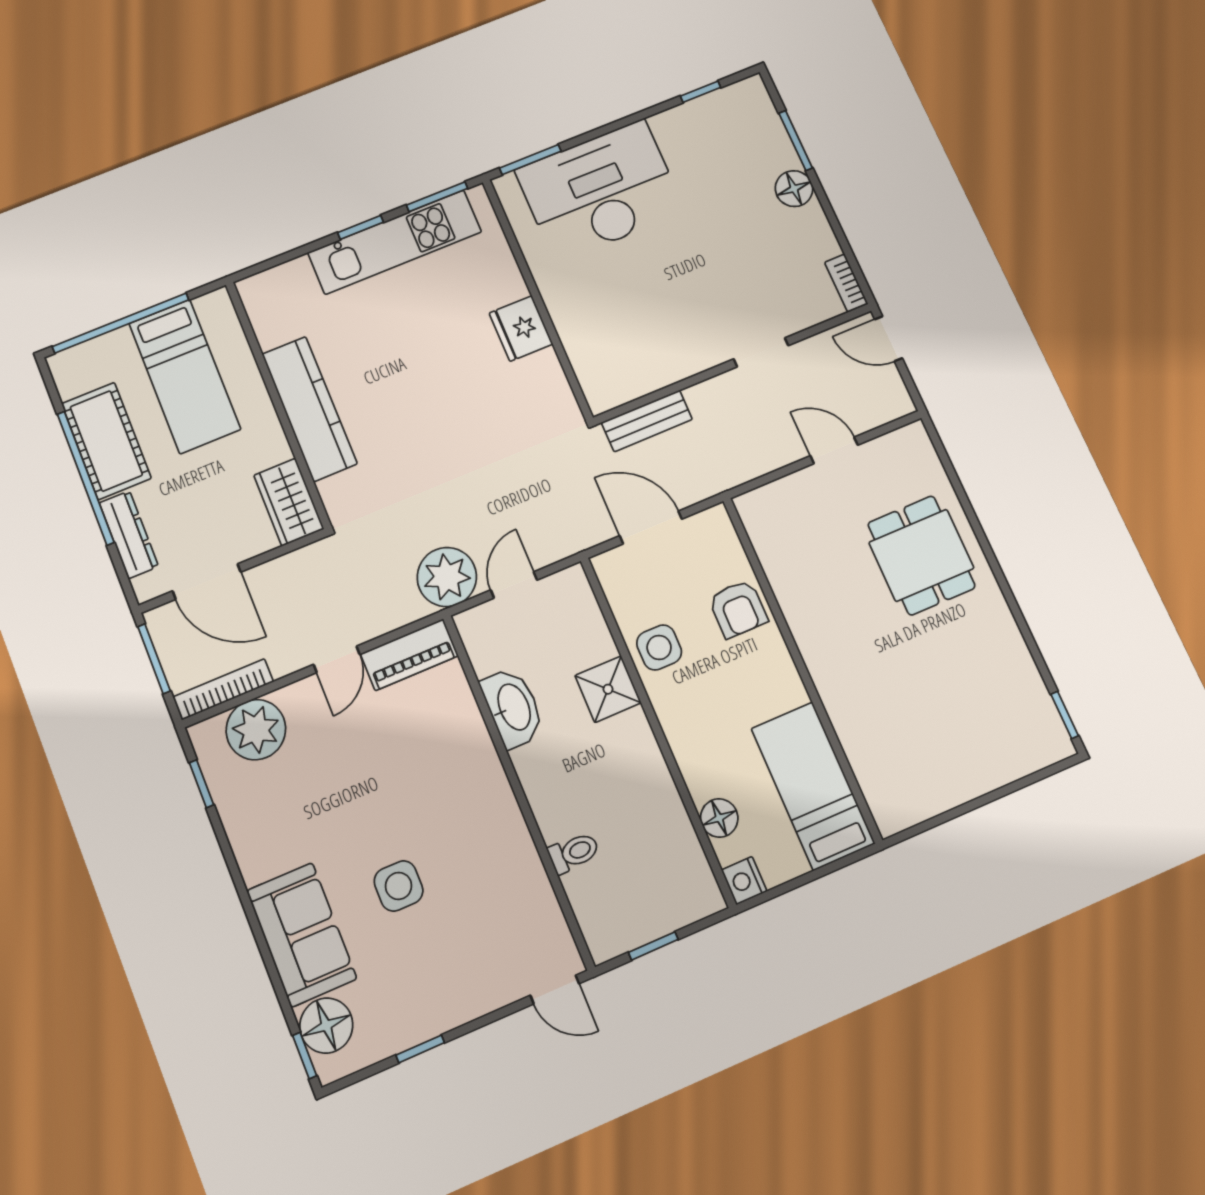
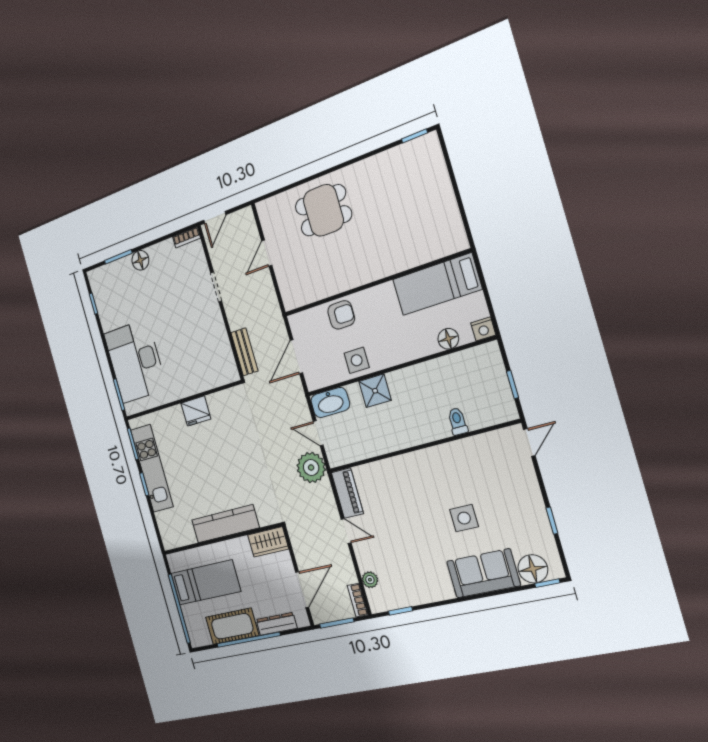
bookcase: (223, 689) -> (358, 600), width x0.64
washbasin: (513, 708) -> (330, 403), moved, turned 180
plant: (256, 730) -> (370, 580), width x0.53, depth x0.53

